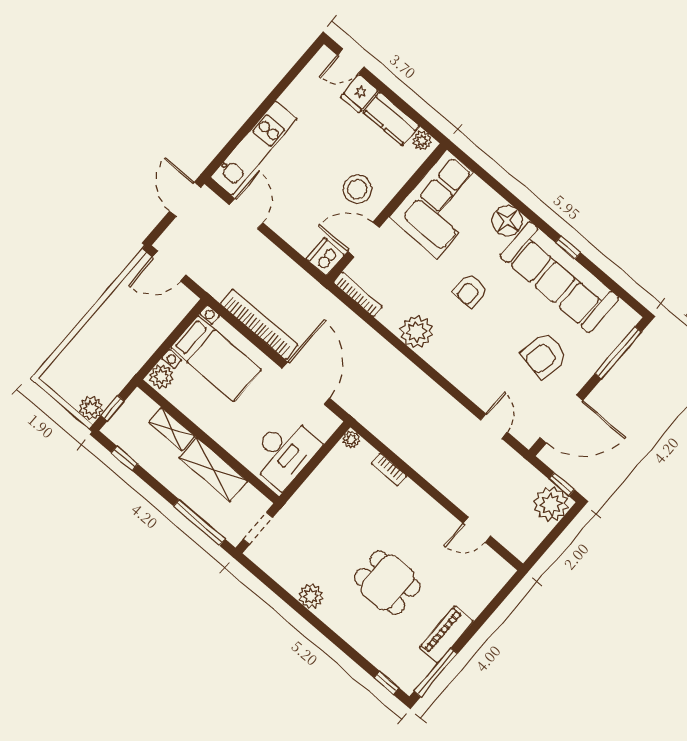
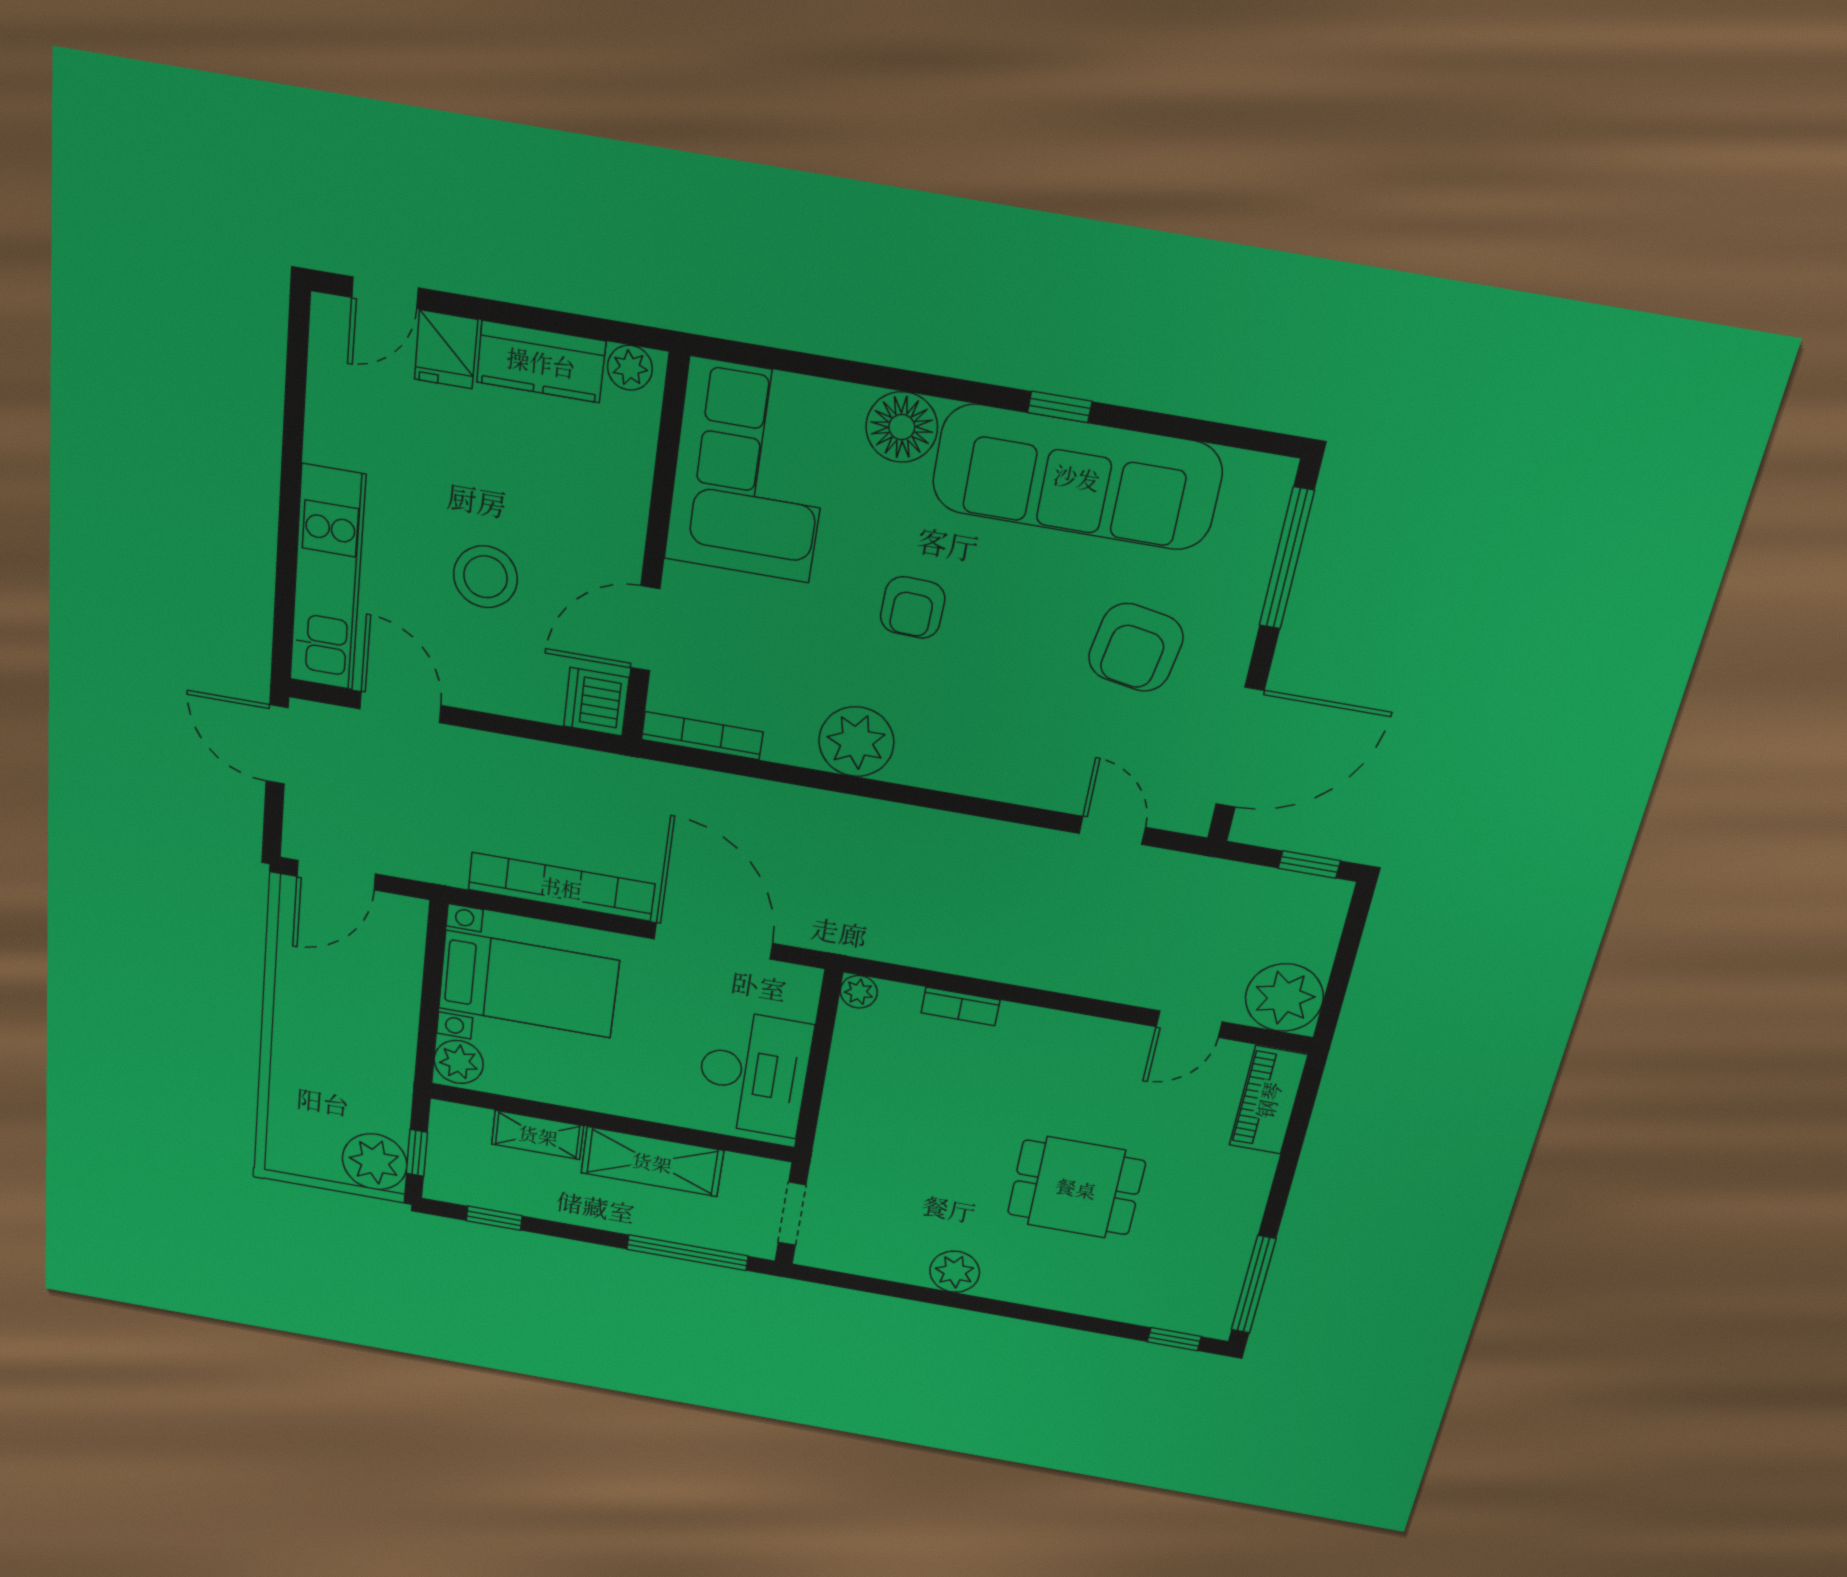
stool: (357, 189) -> (485, 577), moved
plant: (91, 408) -> (375, 1162), width x1.36, depth x1.36
plant: (551, 504) -> (1284, 998), moved
piano: (446, 634) -> (1268, 1100), moved

